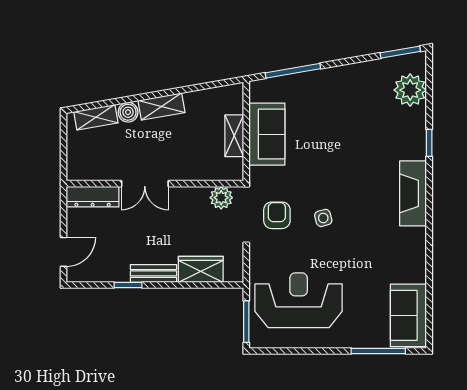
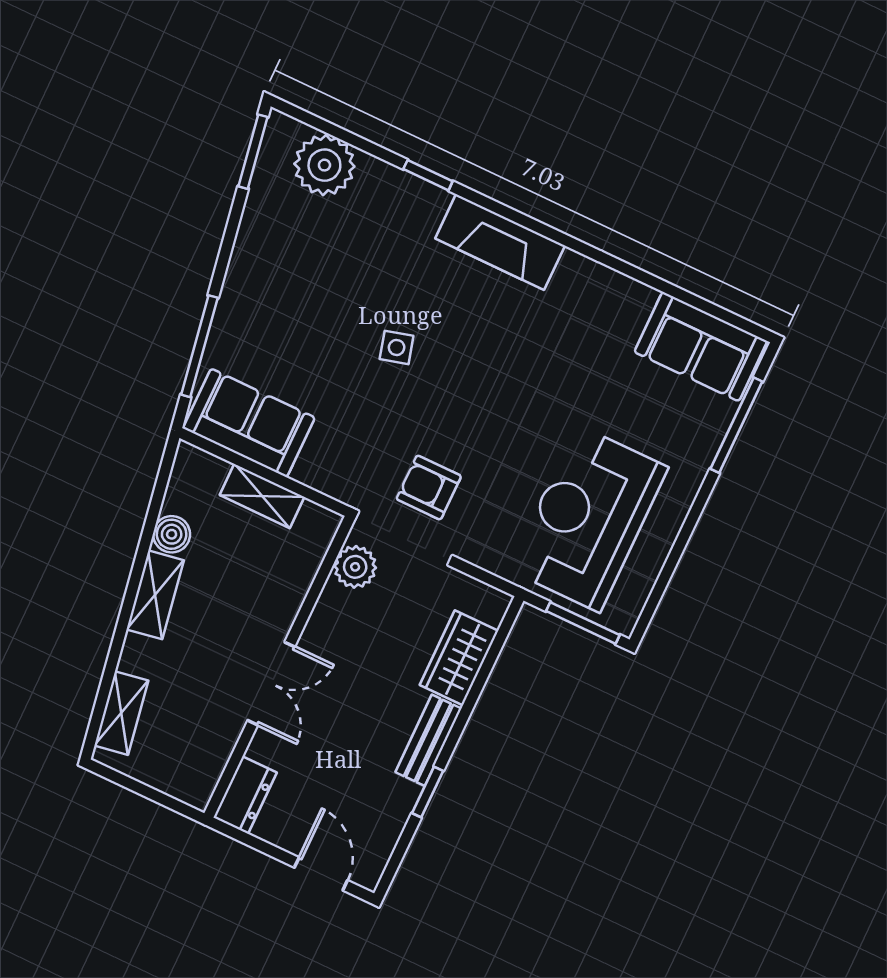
boiler: (128, 112) -> (172, 534), moved
sofa: (267, 134) -> (249, 423), moved
dresser: (93, 197) -> (245, 795), width x0.70
side table: (323, 218) -> (397, 347), moved

